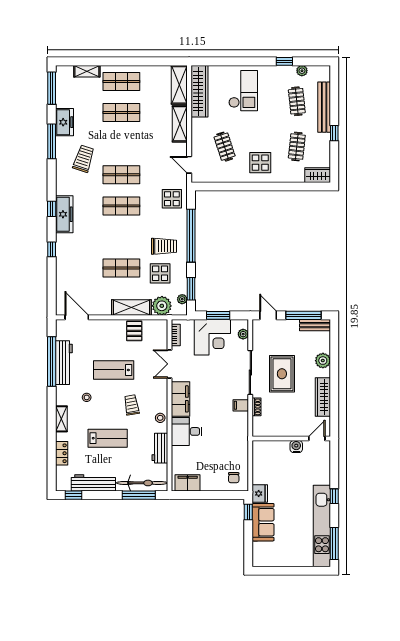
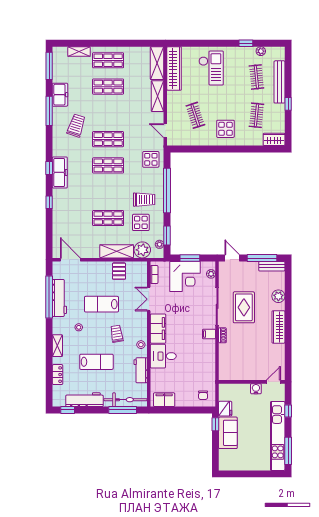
wall: (291, 438) -> (252, 382), moved
door: (317, 438) -> (273, 382), moved
water cooler: (296, 447) -> (256, 389), moved

